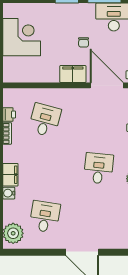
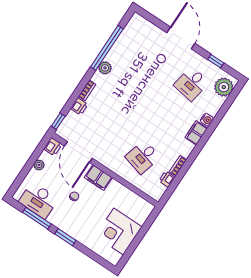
desk: (99, 168) -> (126, 93), removed
window: (36, 252) -> (216, 61), added

